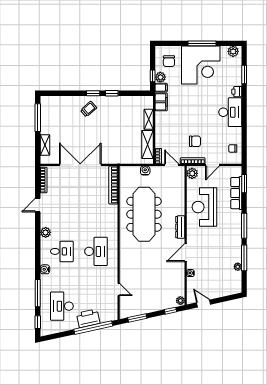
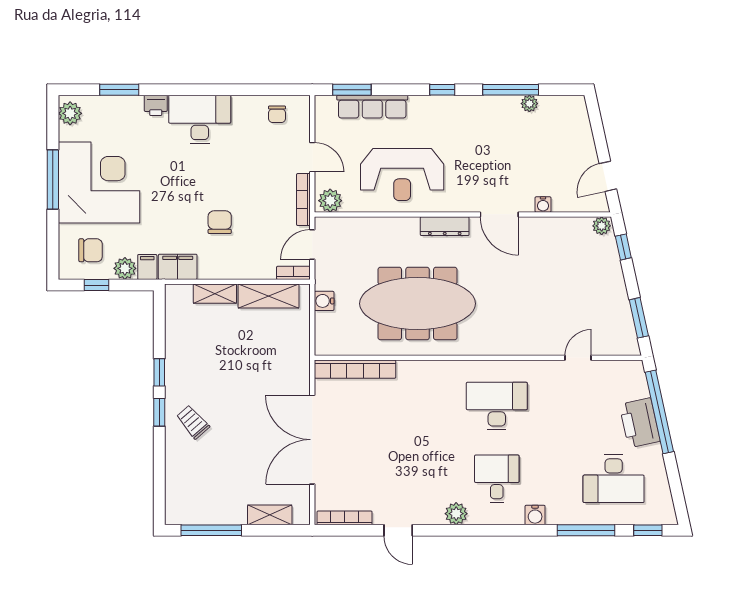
window: (153, 76) -> (96, 285), moved
chair: (195, 141) -> (220, 222), moved
window: (244, 226) -> (442, 90), width x0.46

